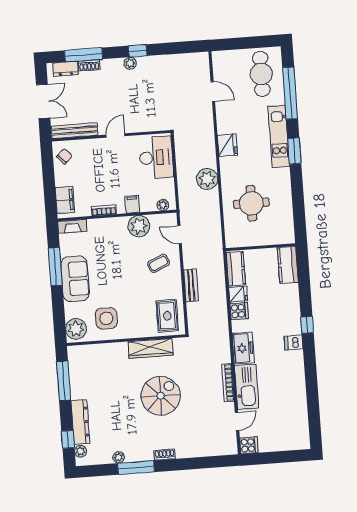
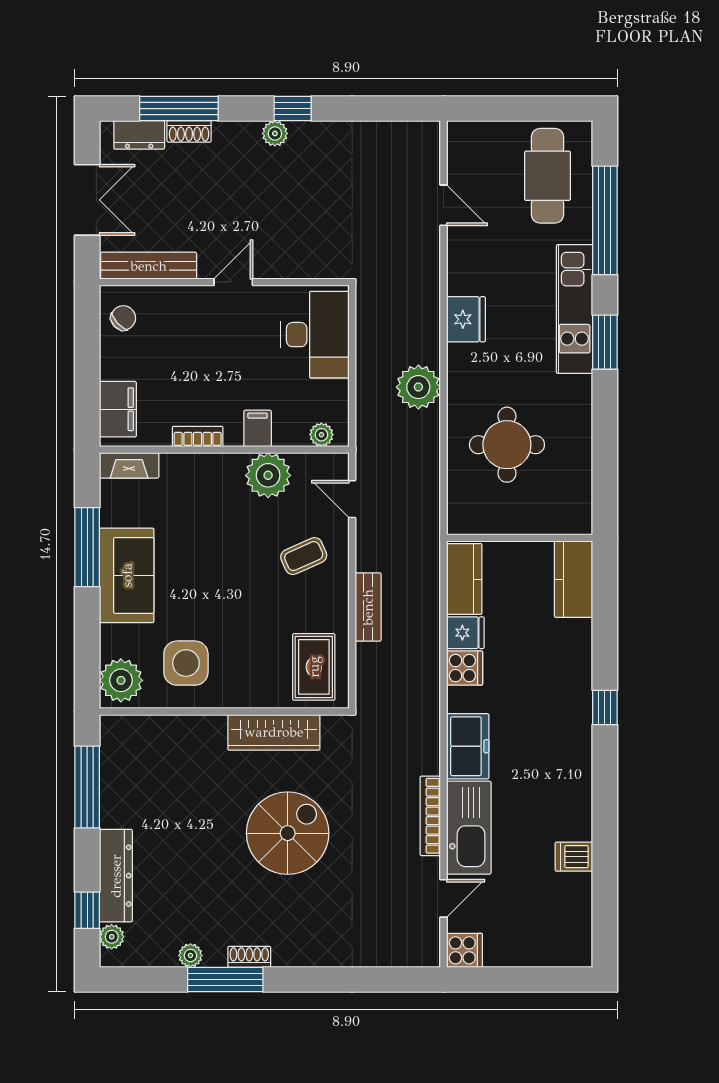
dishwasher: (294, 343) -> (574, 857), moved
shoe rack: (165, 455) -> (249, 957), moved

